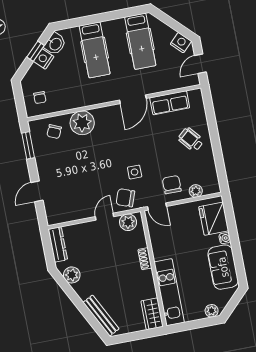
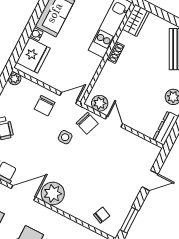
plant: (82, 123) -> (53, 194), moved
plant: (196, 191) -> (15, 79), moved
door: (157, 207) -> (69, 98), hinge flipped
door: (105, 217) -> (114, 121), swing flipped
shoe rack: (145, 259) -> (115, 52), moved

